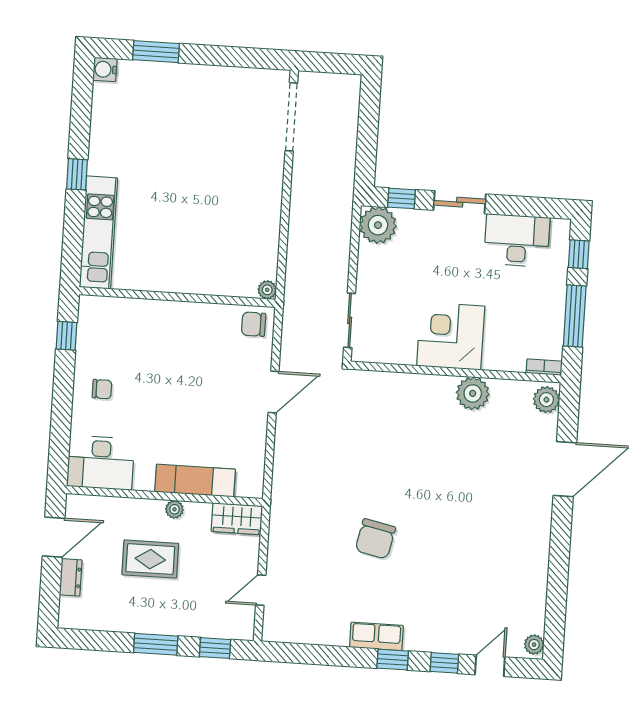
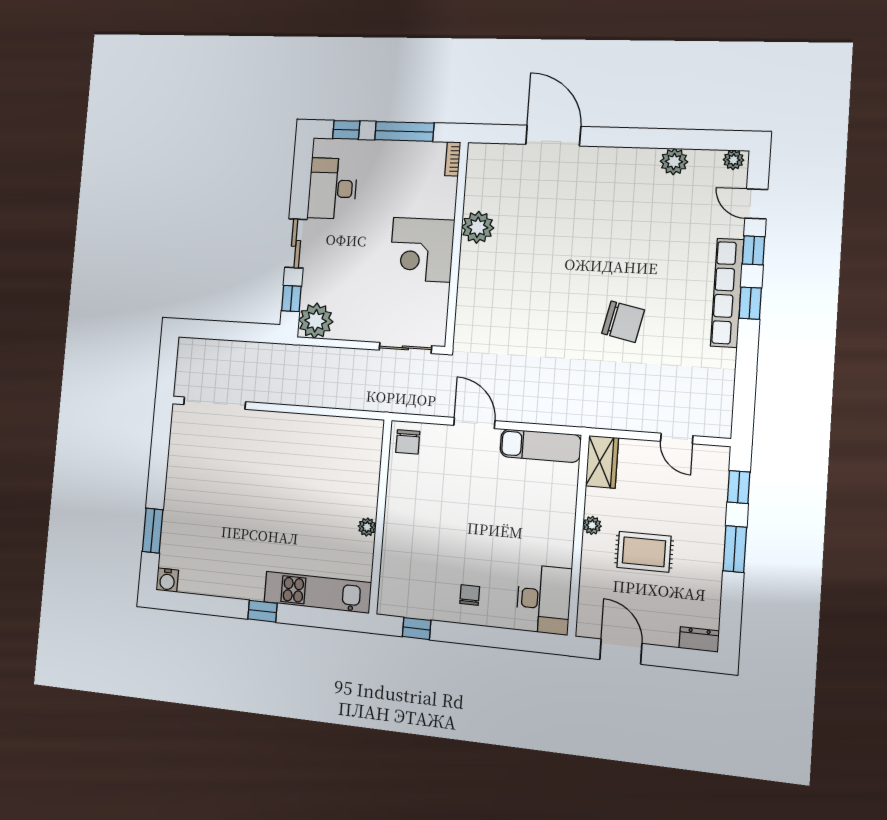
plant: (267, 290) -> (367, 527), moved
plant: (546, 400) -> (674, 162), moved
exam couch: (195, 481) -> (540, 446), moved, turned -90
rug: (150, 559) -> (644, 552), turned 90
dresser: (71, 577) -> (699, 639), moved
row of seats: (376, 636) -> (727, 293), width x2.02

